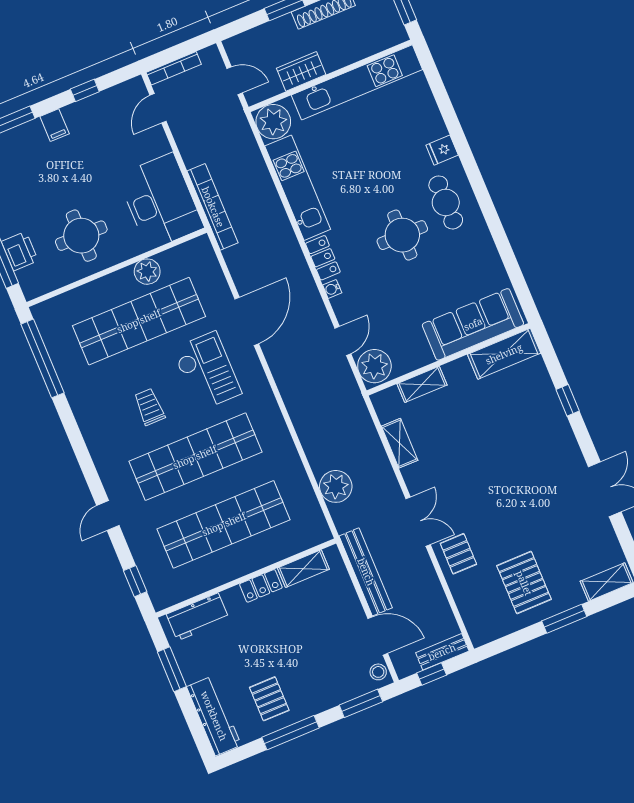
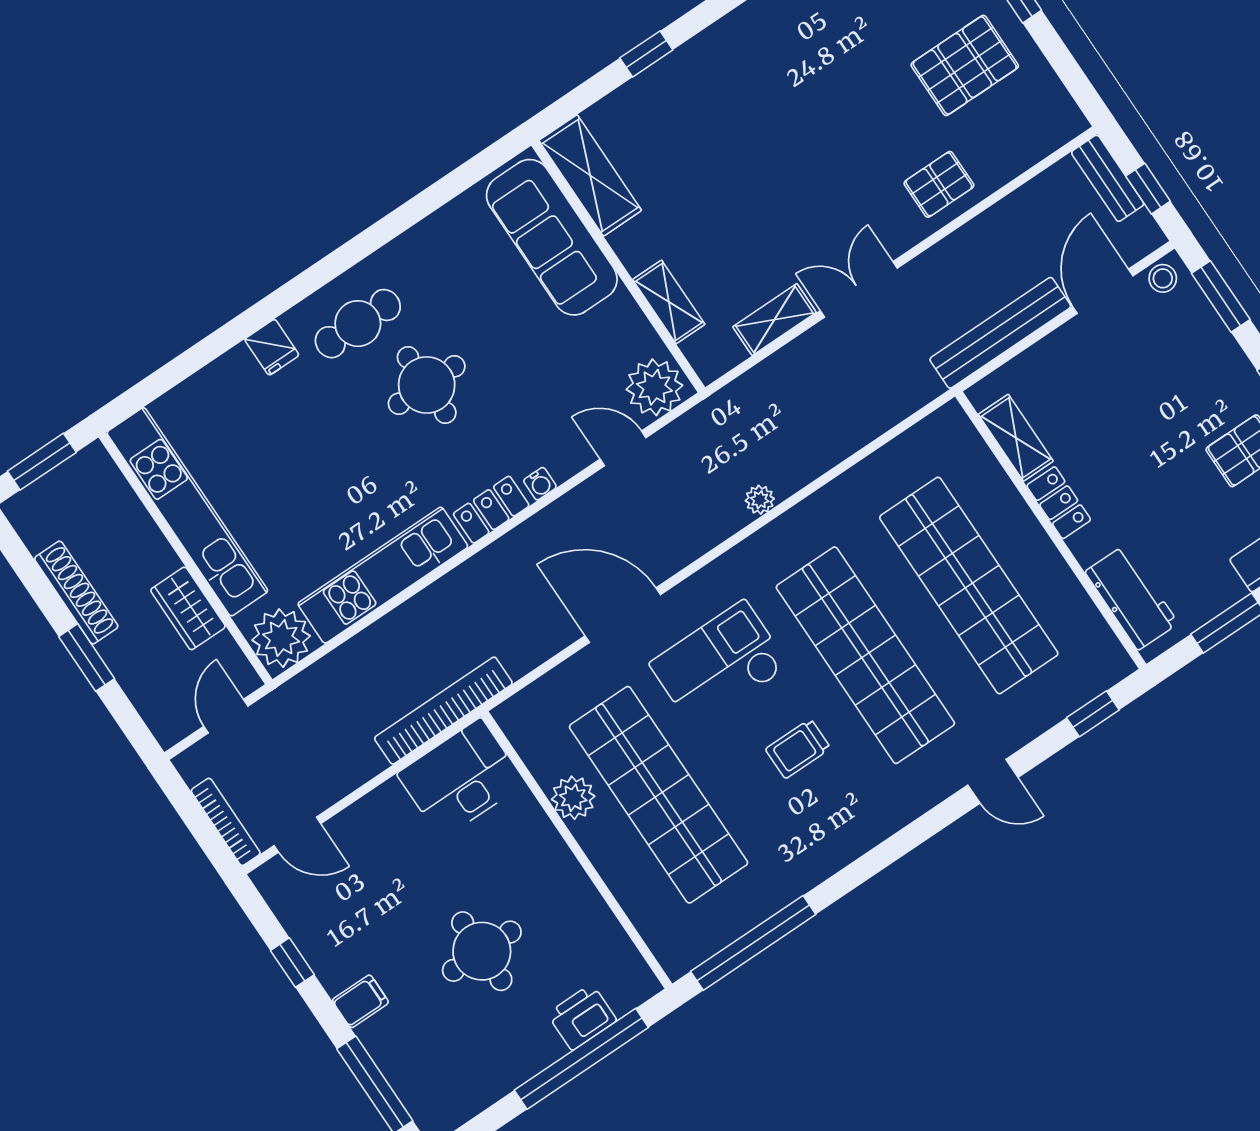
desk: (160, 202) -> (461, 779), width x0.73, depth x0.77
round table: (81, 236) -> (482, 951), moved
plant: (336, 486) -> (760, 500), moved, width x0.53, depth x0.53
double door: (418, 522) -> (859, 289), moved

